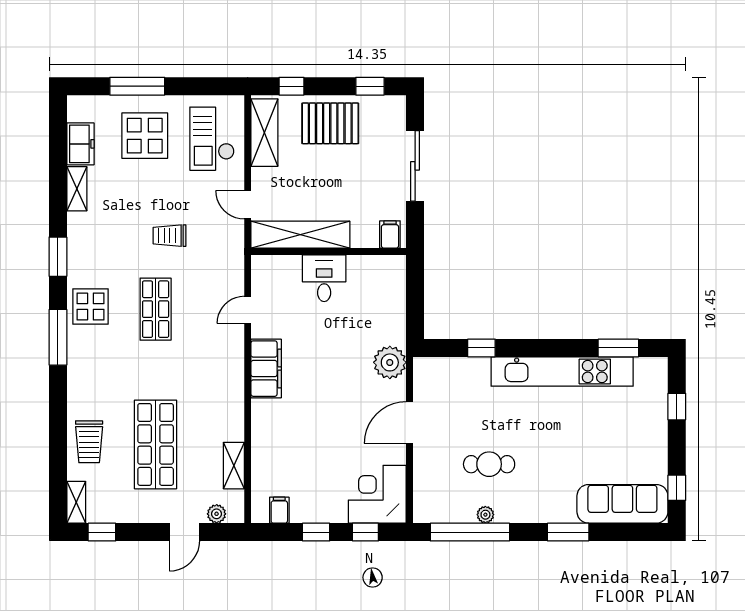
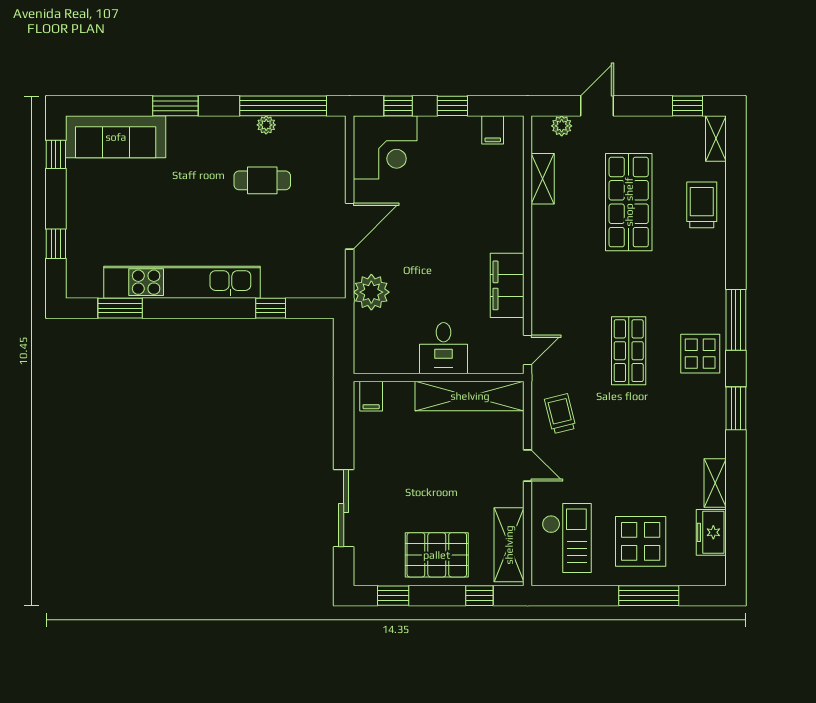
filing cabinet: (390, 234) -> (371, 396), moved
shelving: (300, 235) -> (470, 396), moved
trolley: (169, 236) -> (560, 414), moved, turned -104
wall: (329, 251) -> (439, 378), moved
desk: (324, 278) -> (444, 348), moved

